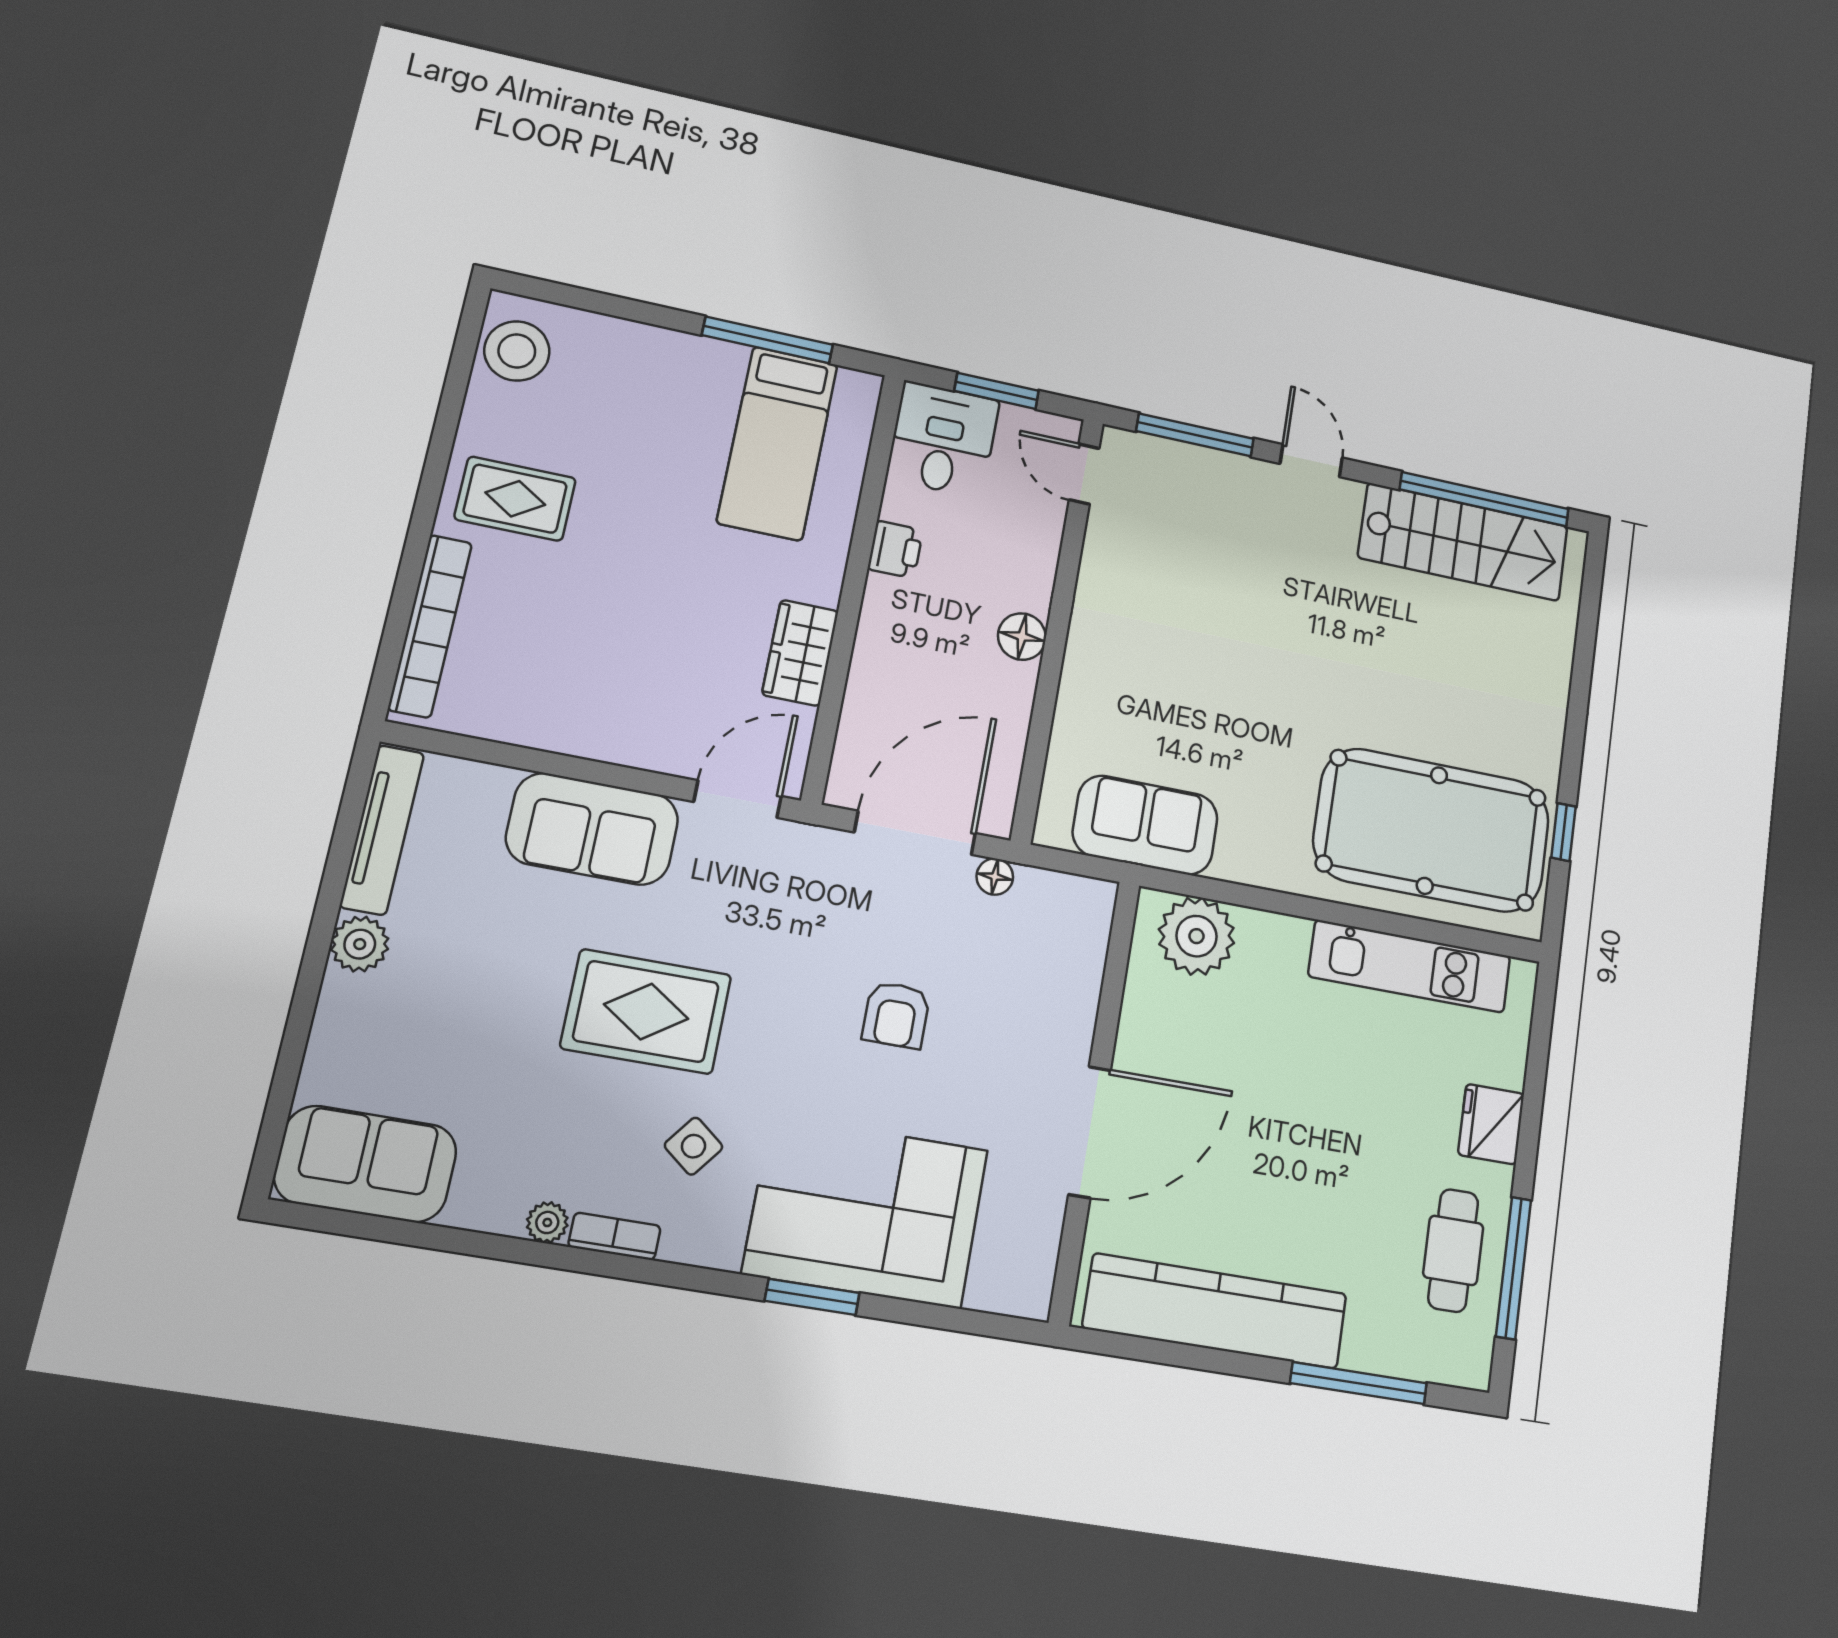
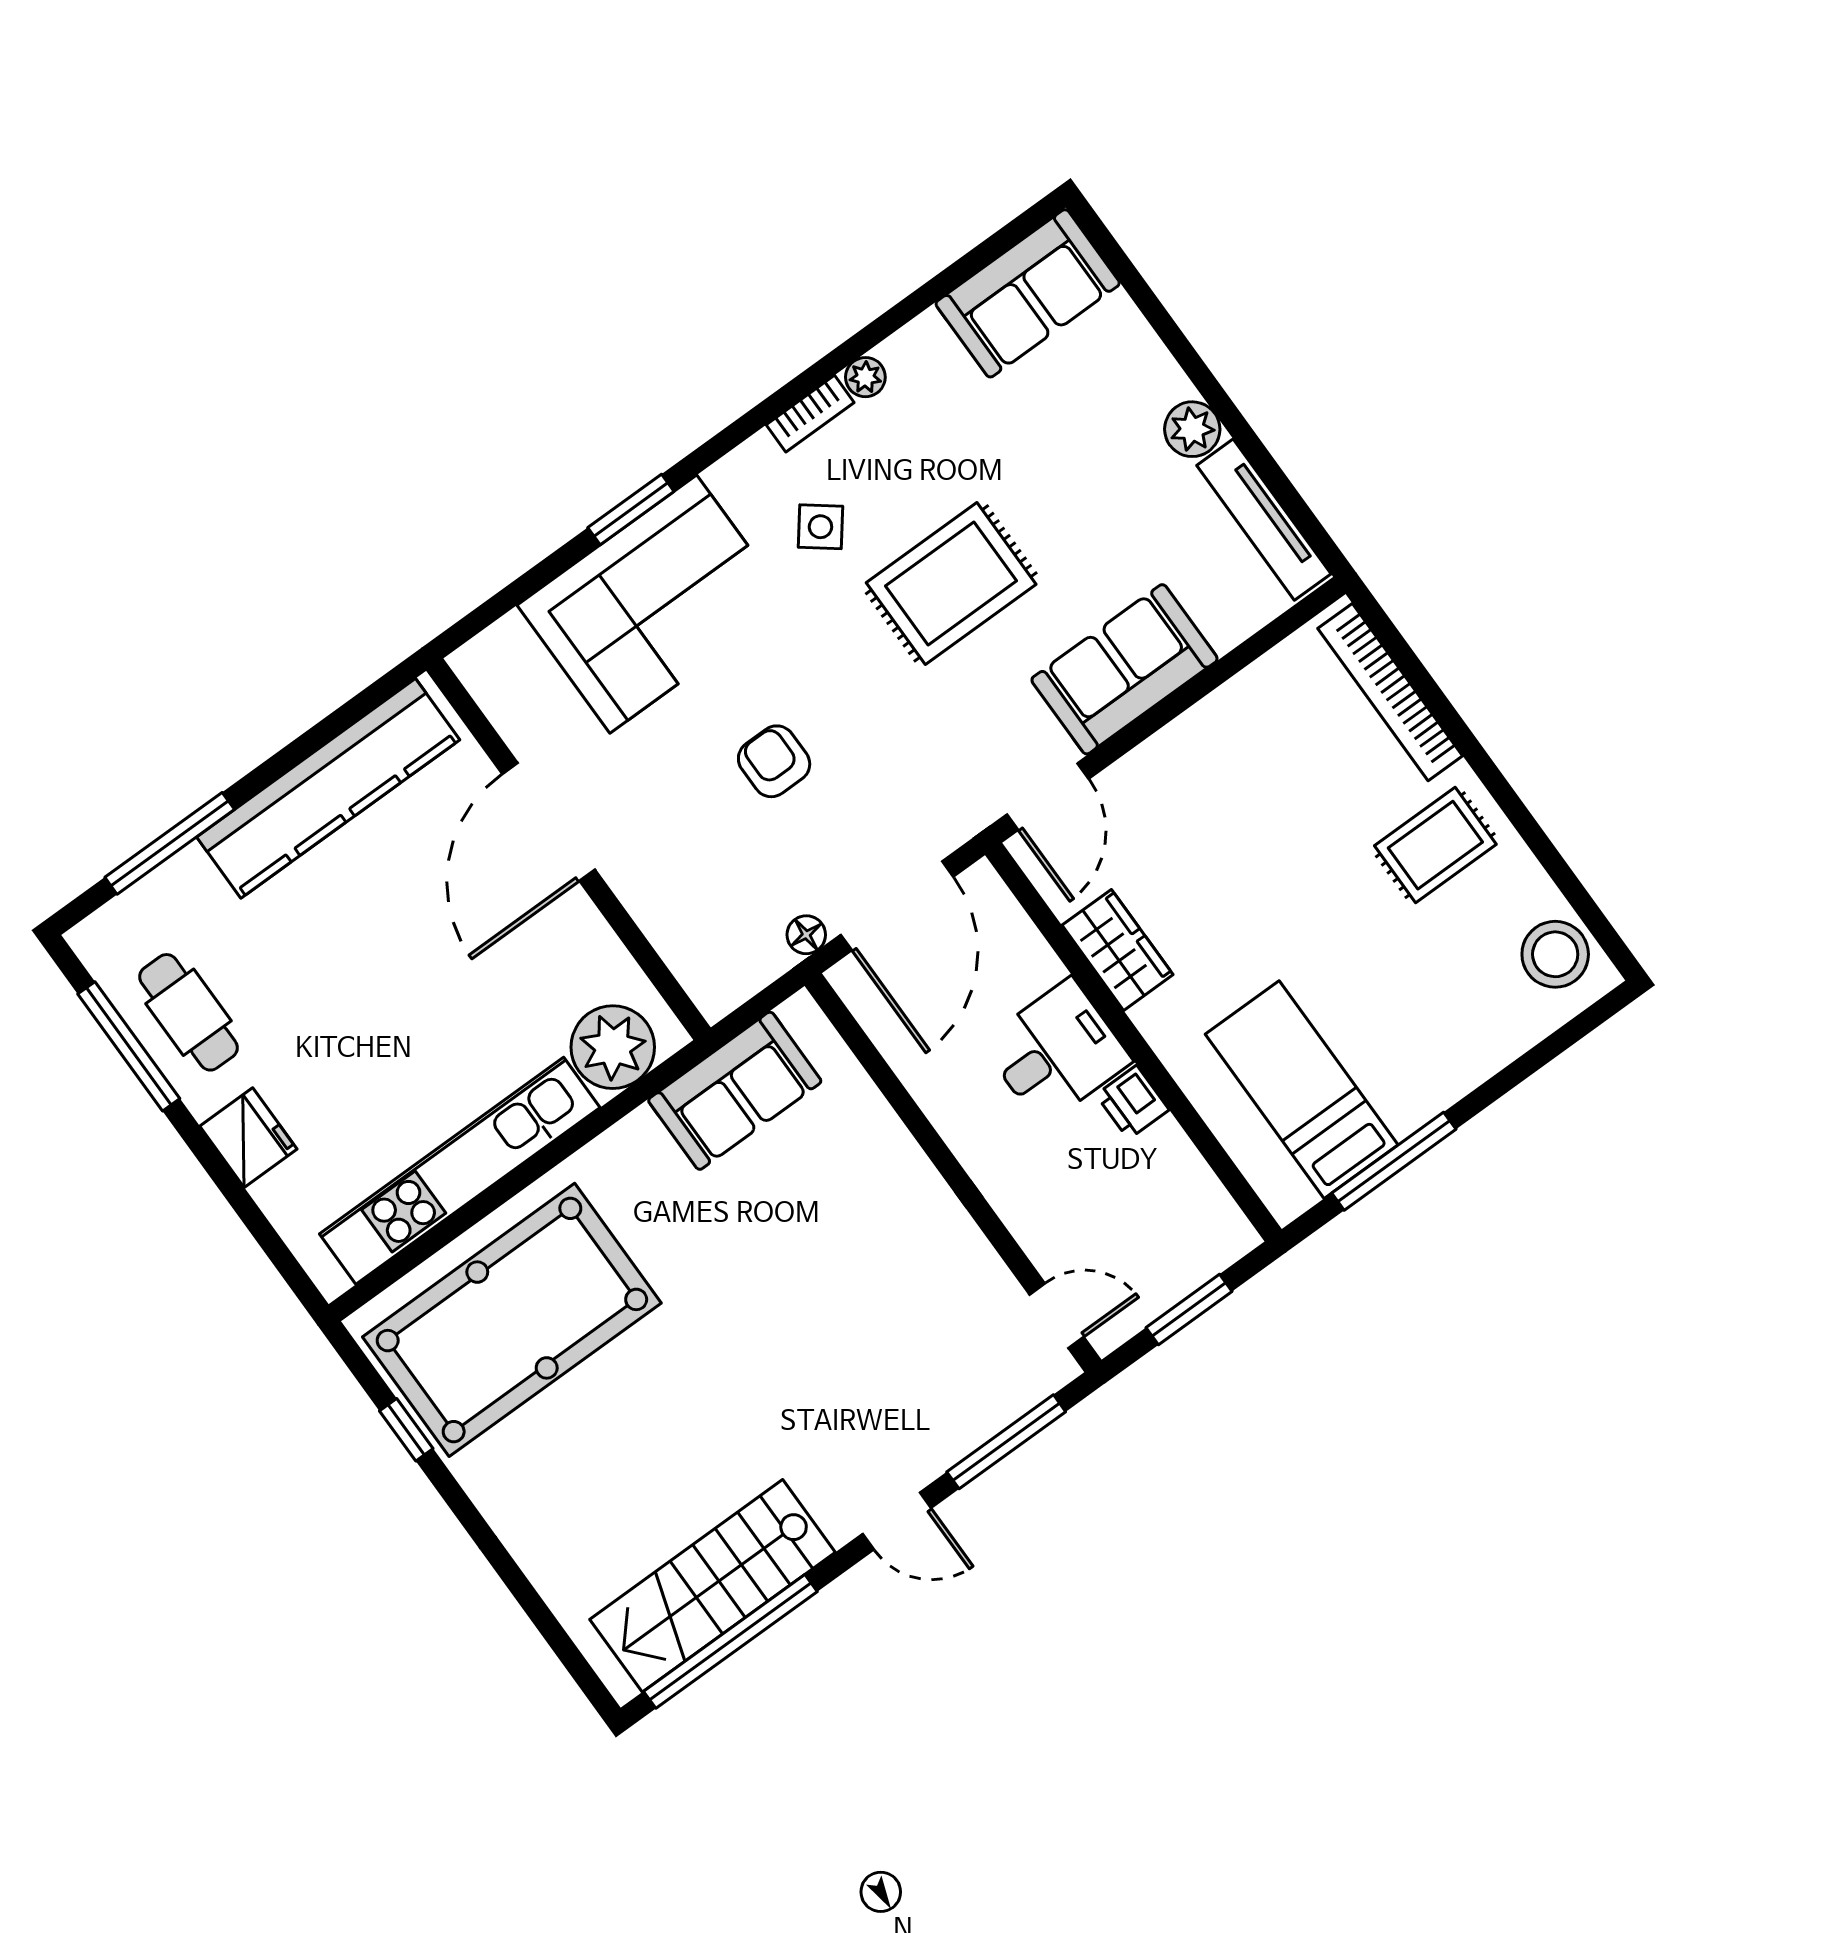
desk: (943, 439) -> (1056, 1052), moved, turned -90
floor lamp: (1022, 637) -> (972, 1137), removed
kitchen unit: (1410, 966) -> (460, 1171), width x1.36

